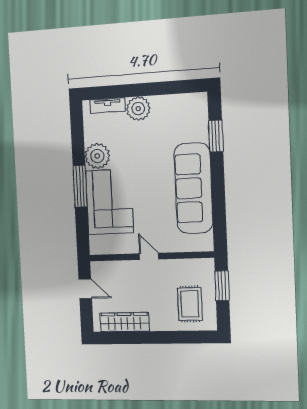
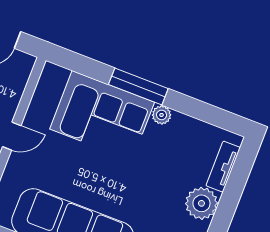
plant: (97, 156) -> (162, 115), width x0.53, depth x0.53

